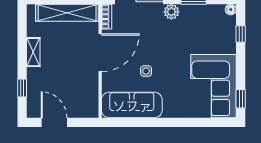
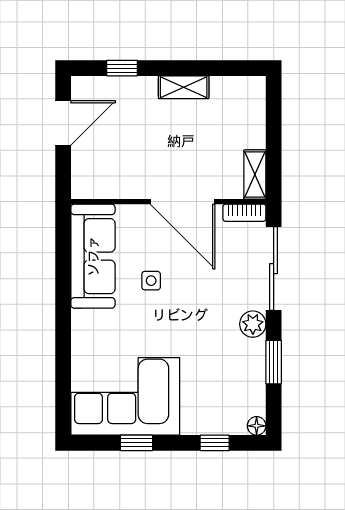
shelving: (67, 13) -> (255, 175), width x0.45, depth x0.75
window: (241, 99) -> (136, 443), moved

